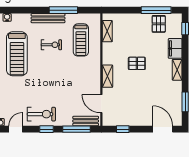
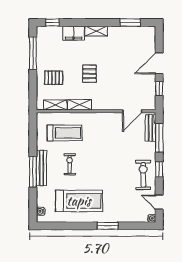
window: (63, 10) -> (33, 172), moved
pallet: (159, 24) -> (54, 78), moved
shelving: (108, 76) -> (80, 105), moved
door: (163, 129) -> (159, 63), moved

